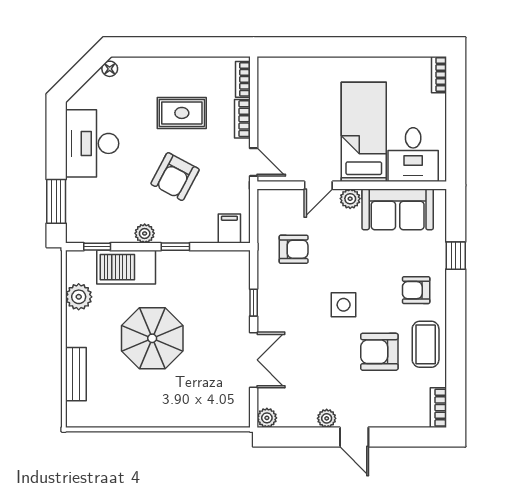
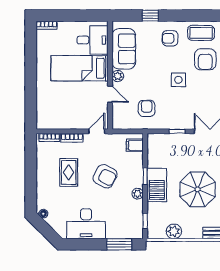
barbecue: (126, 267) -> (157, 185), moved
armchair: (416, 290) -> (170, 38), turned 90

